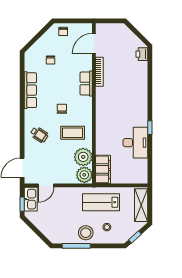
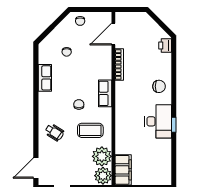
row of seats: (86, 83) -> (105, 93), moved
row of seats: (30, 90) -> (45, 78), width x0.68
chair: (136, 92) -> (159, 86), added
desk: (135, 143) -> (158, 121), moved

